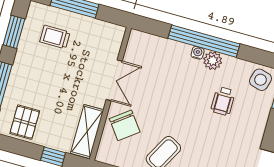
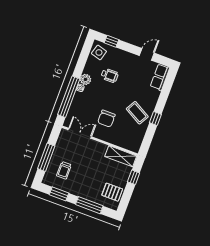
window: (204, 41) -> (69, 97), moved
double door: (114, 80) -> (80, 133), moved
chair: (125, 125) -> (106, 119), moved, turned 127

